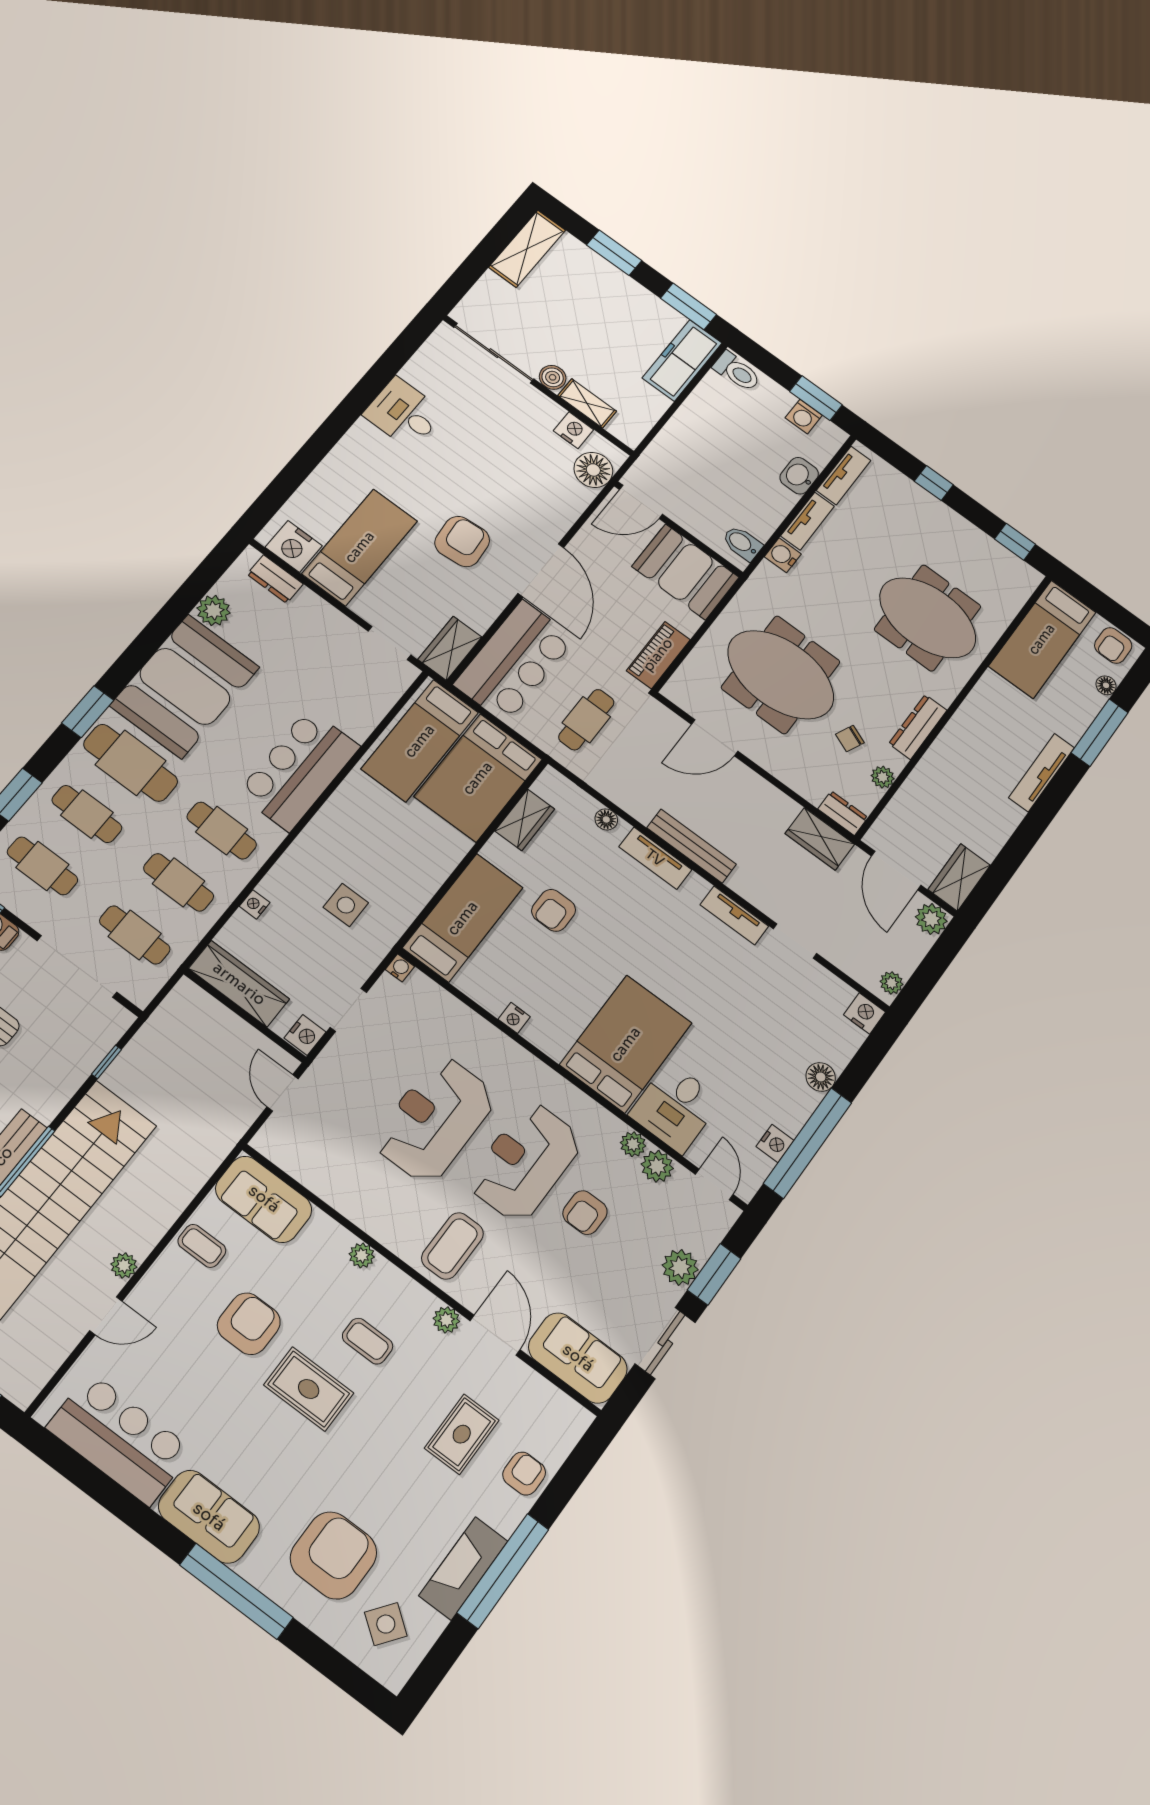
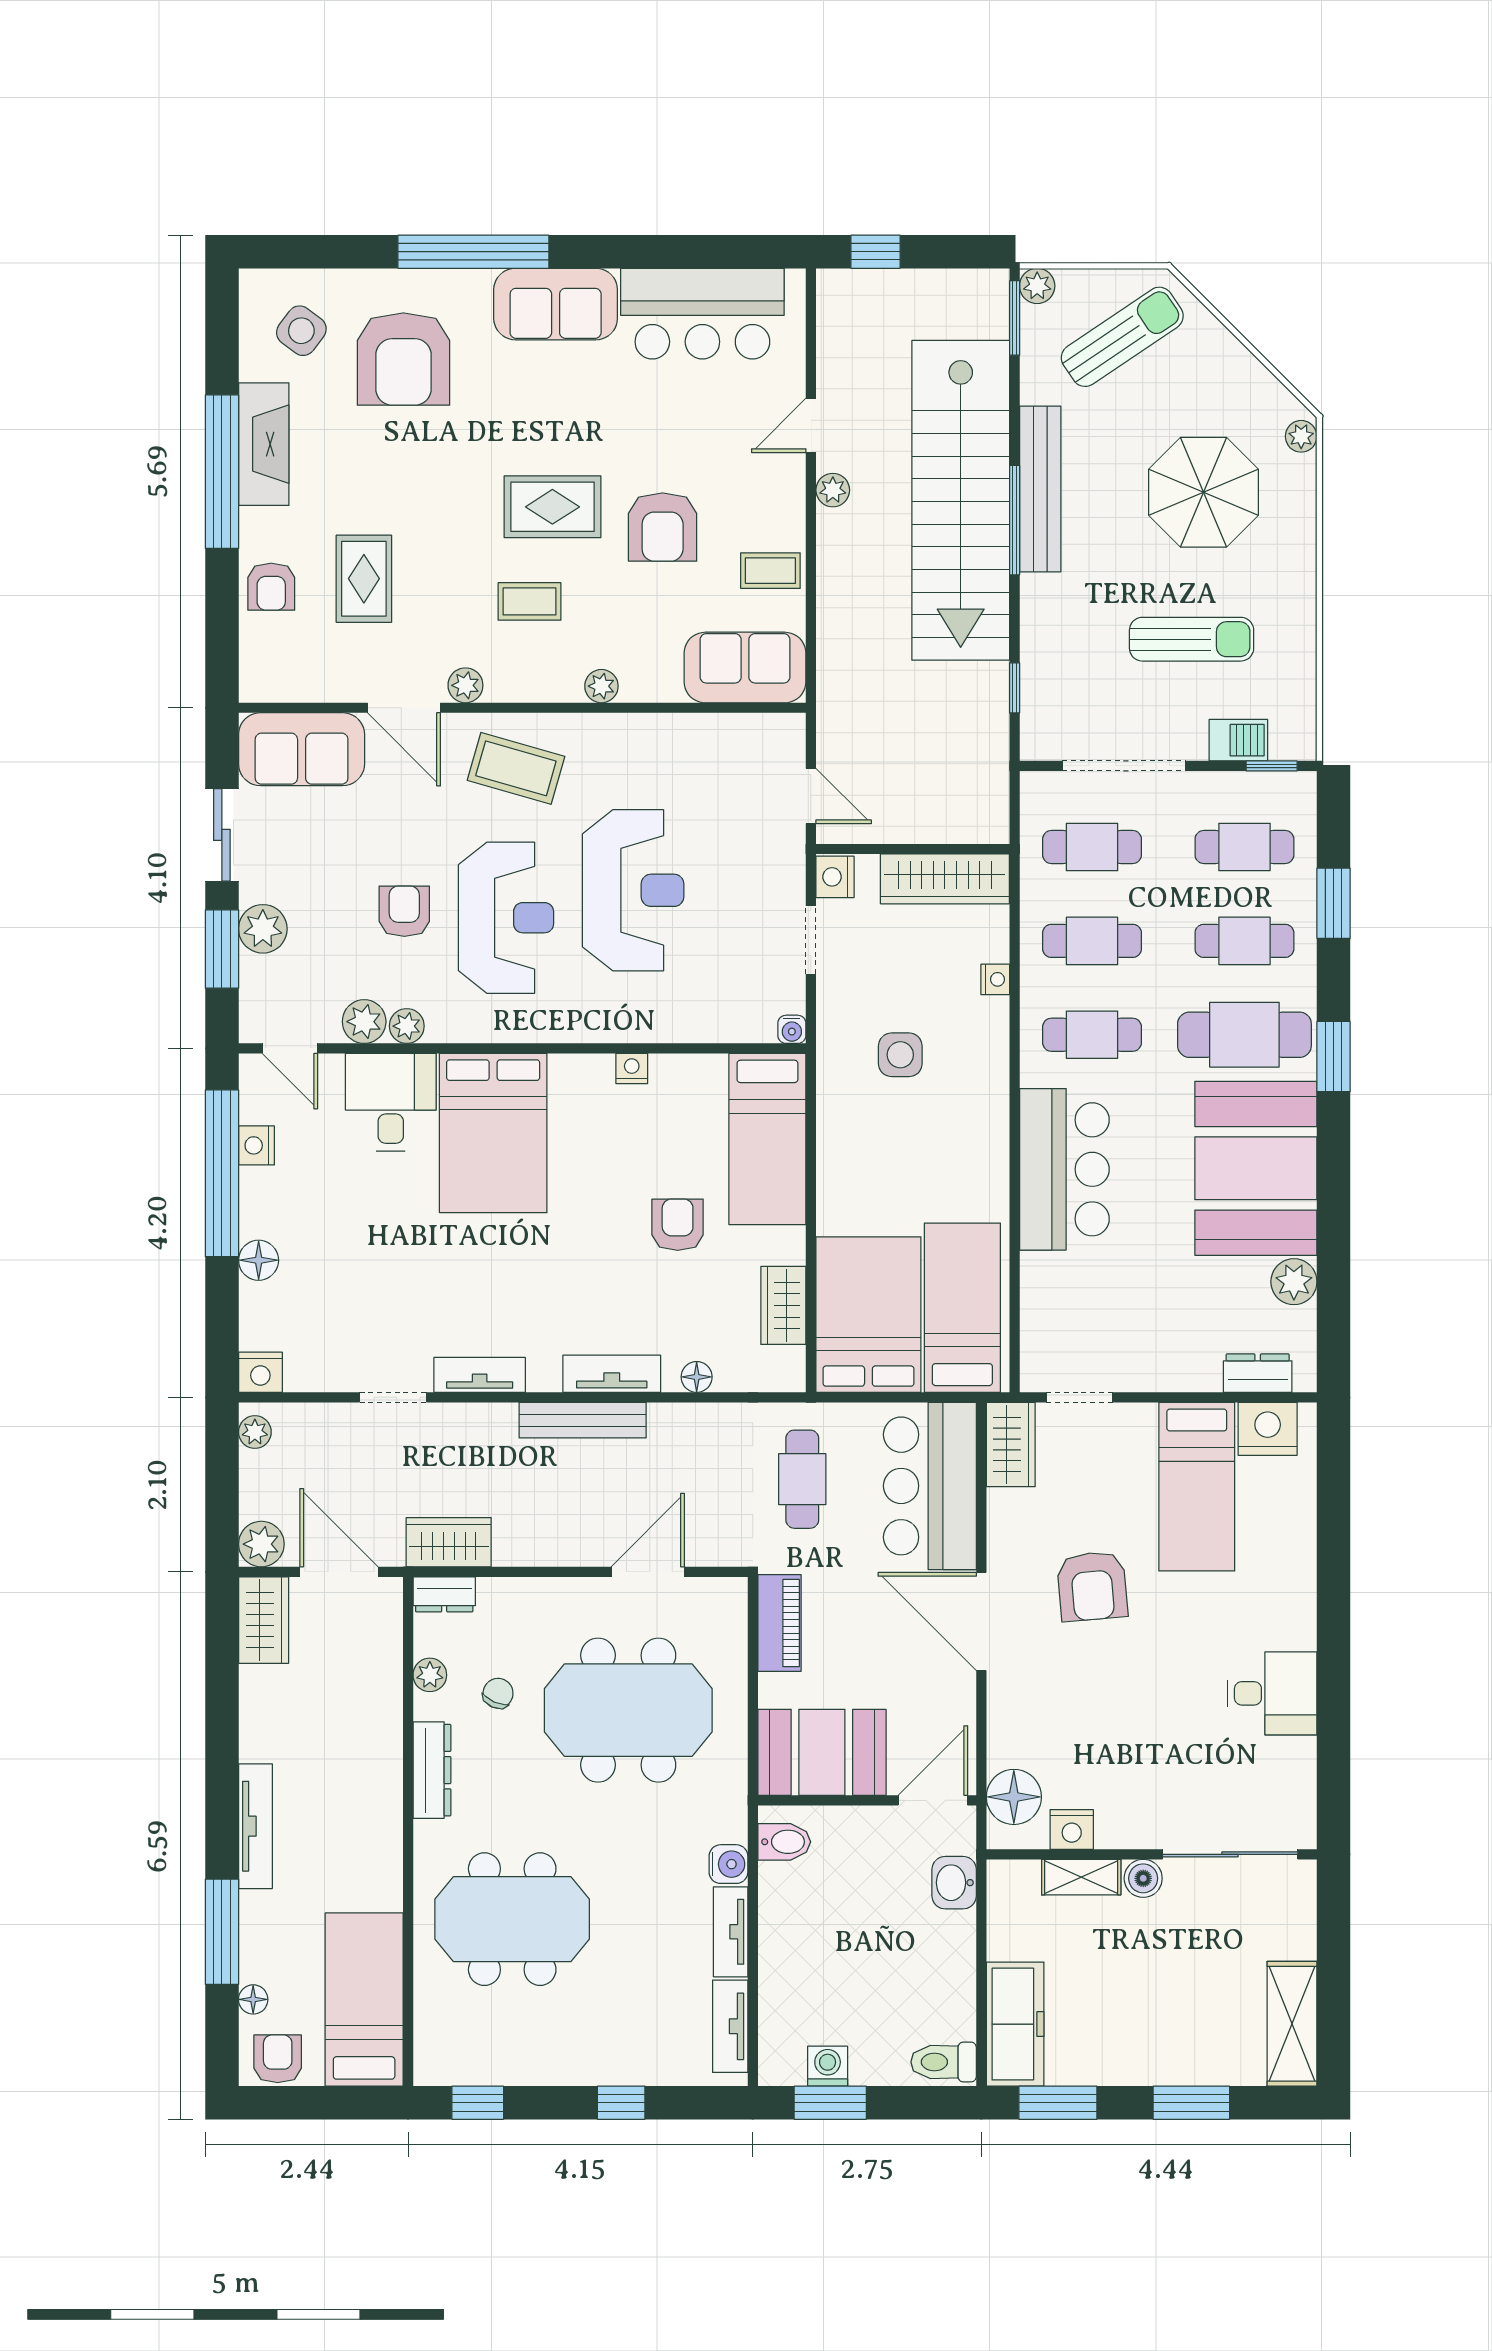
washbasin: (799, 476) -> (954, 1883), moved, turned 180
coffee table: (452, 1246) -> (516, 768), turned -74

